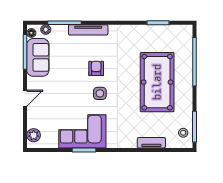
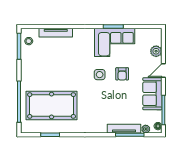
tv unit: (88, 30) -> (124, 129), moved
sofa: (38, 57) -> (152, 94), moved
armchair: (96, 68) -> (122, 74), moved
pool table: (157, 82) -> (52, 105), moved, turned 90
plant: (34, 135) -> (156, 51), moved
tv unit: (151, 143) -> (56, 33), width x1.41

